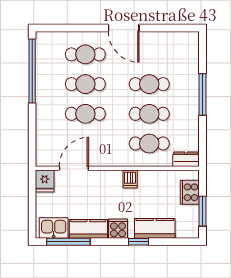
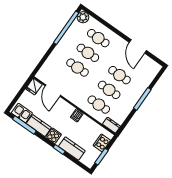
door: (124, 28) -> (138, 46), moved
plant: (45, 41) -> (83, 17), added
door: (74, 168) -> (53, 91), swing flipped

